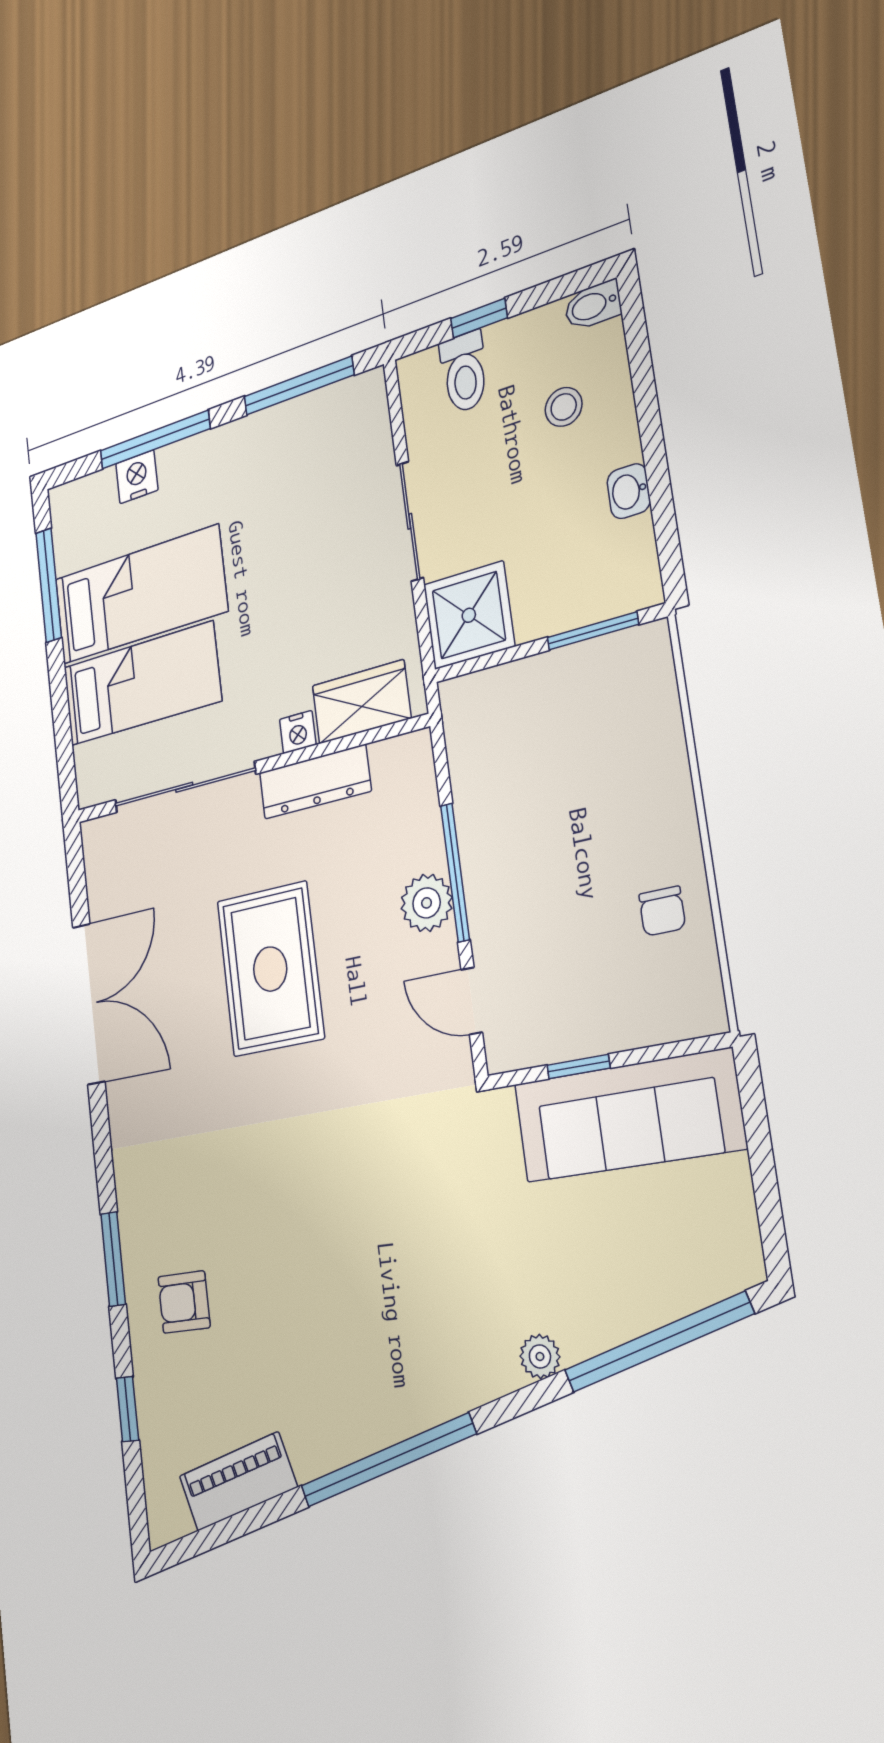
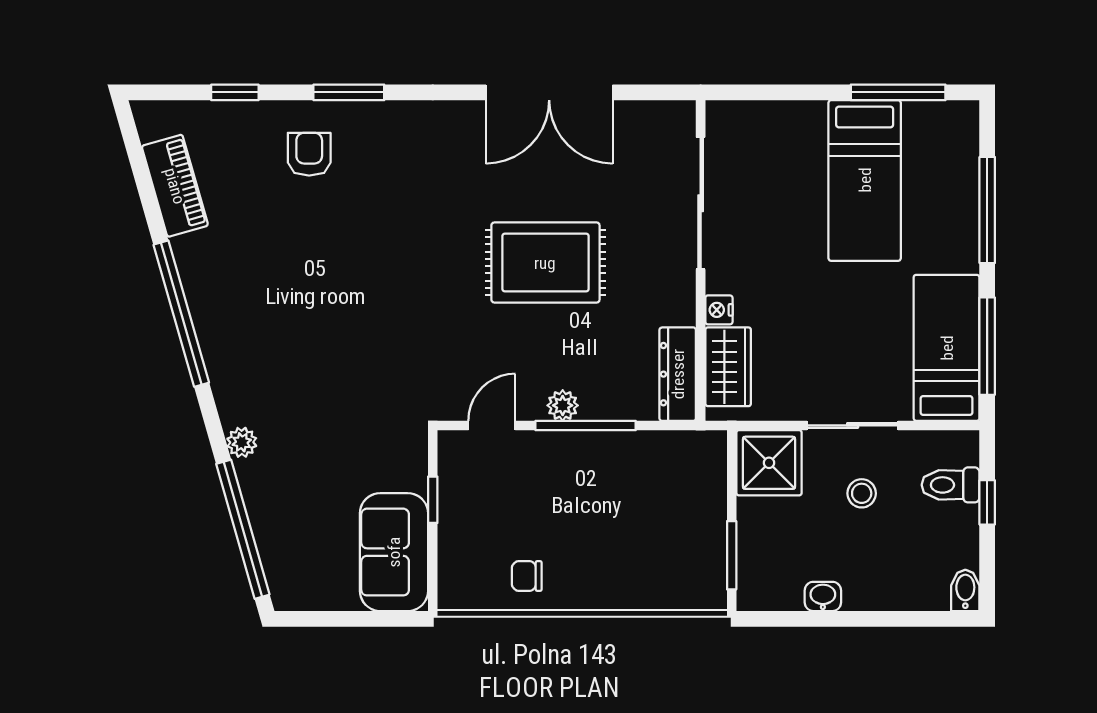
stool: (564, 407) -> (862, 493), moved
nightstand: (137, 477) -> (962, 189), removed
bed: (141, 684) -> (947, 348), moved, turned 180
dresser: (315, 782) -> (678, 374), moved
plant: (427, 903) -> (563, 405), width x0.73, depth x0.73
sofa: (628, 1116) -> (394, 552), width x0.73

